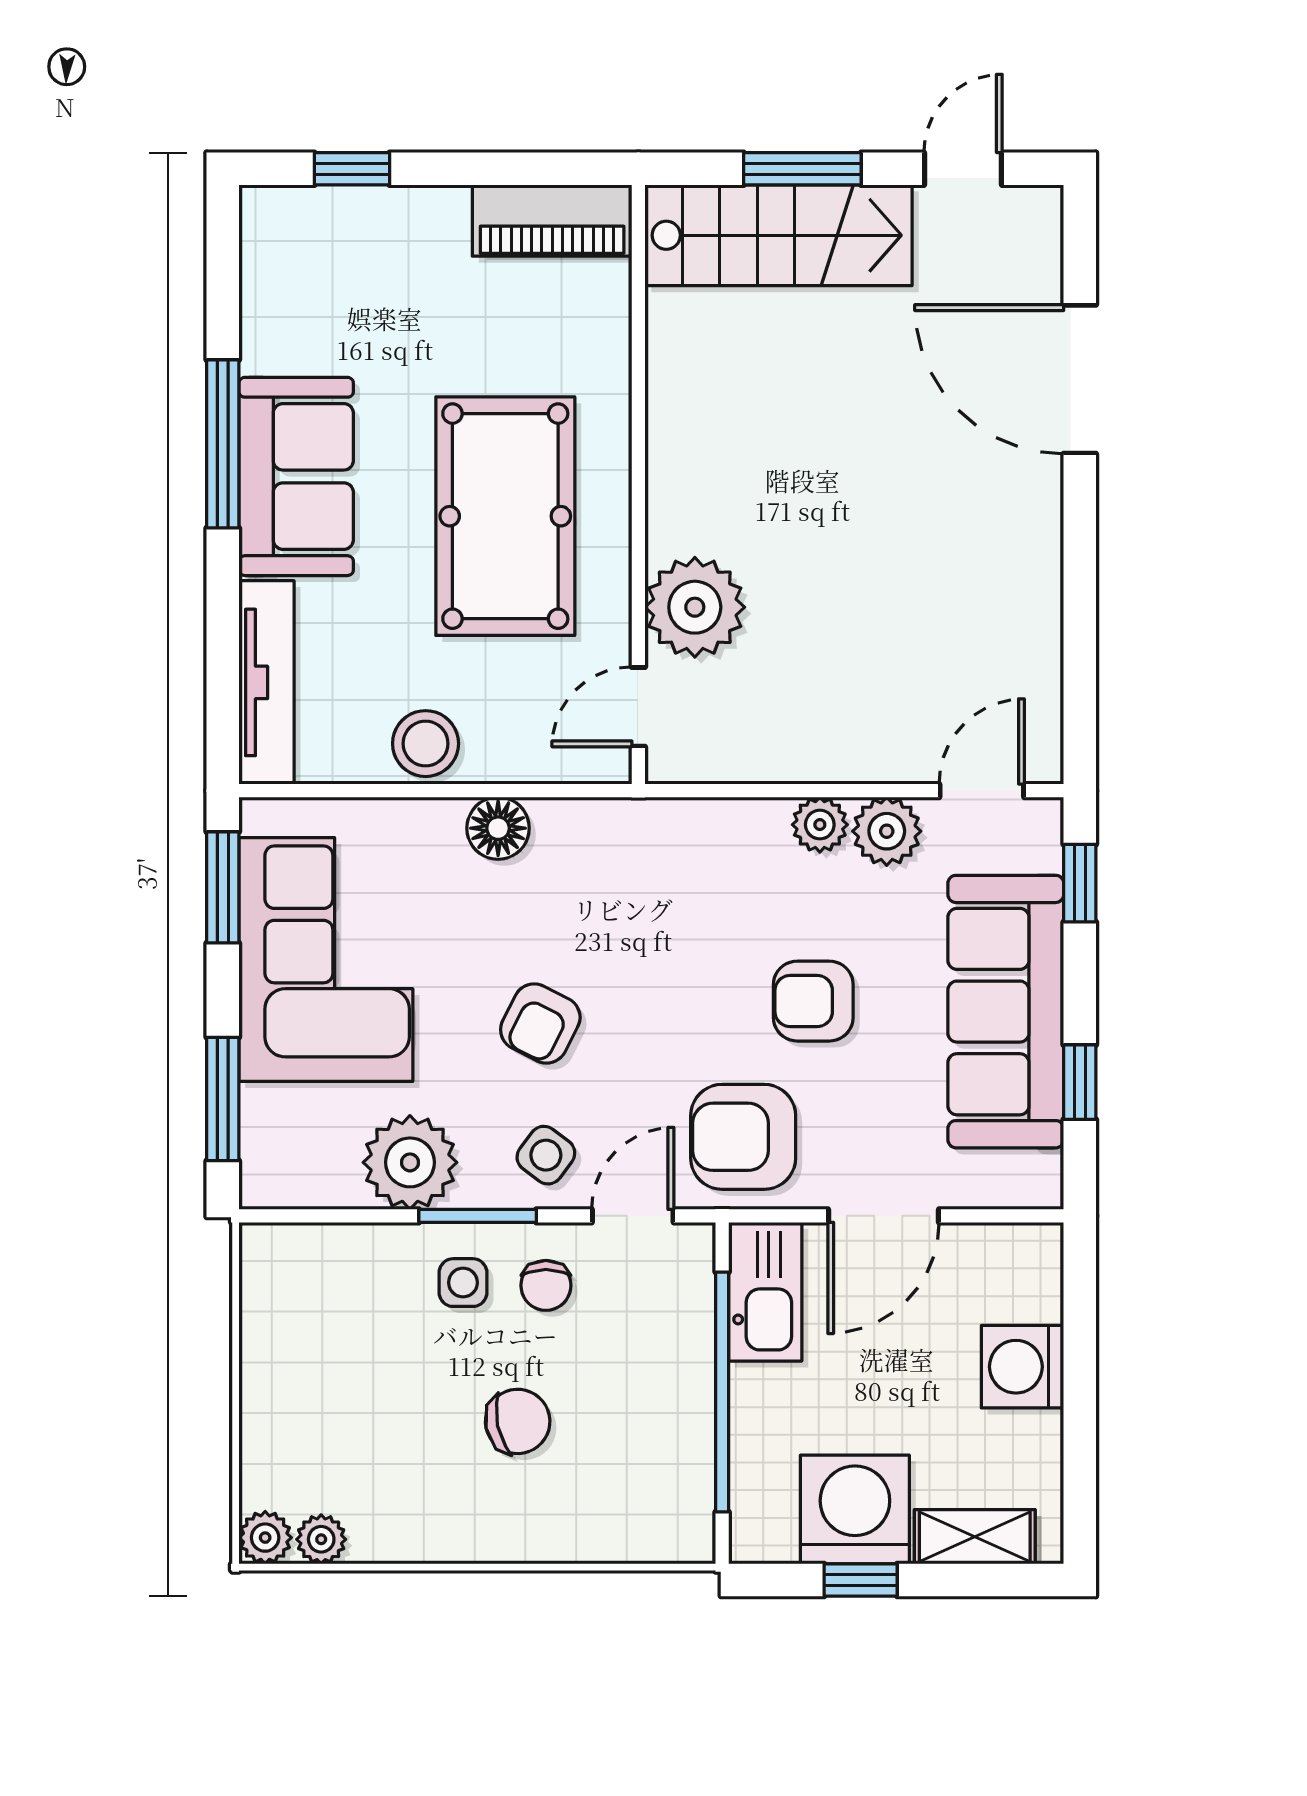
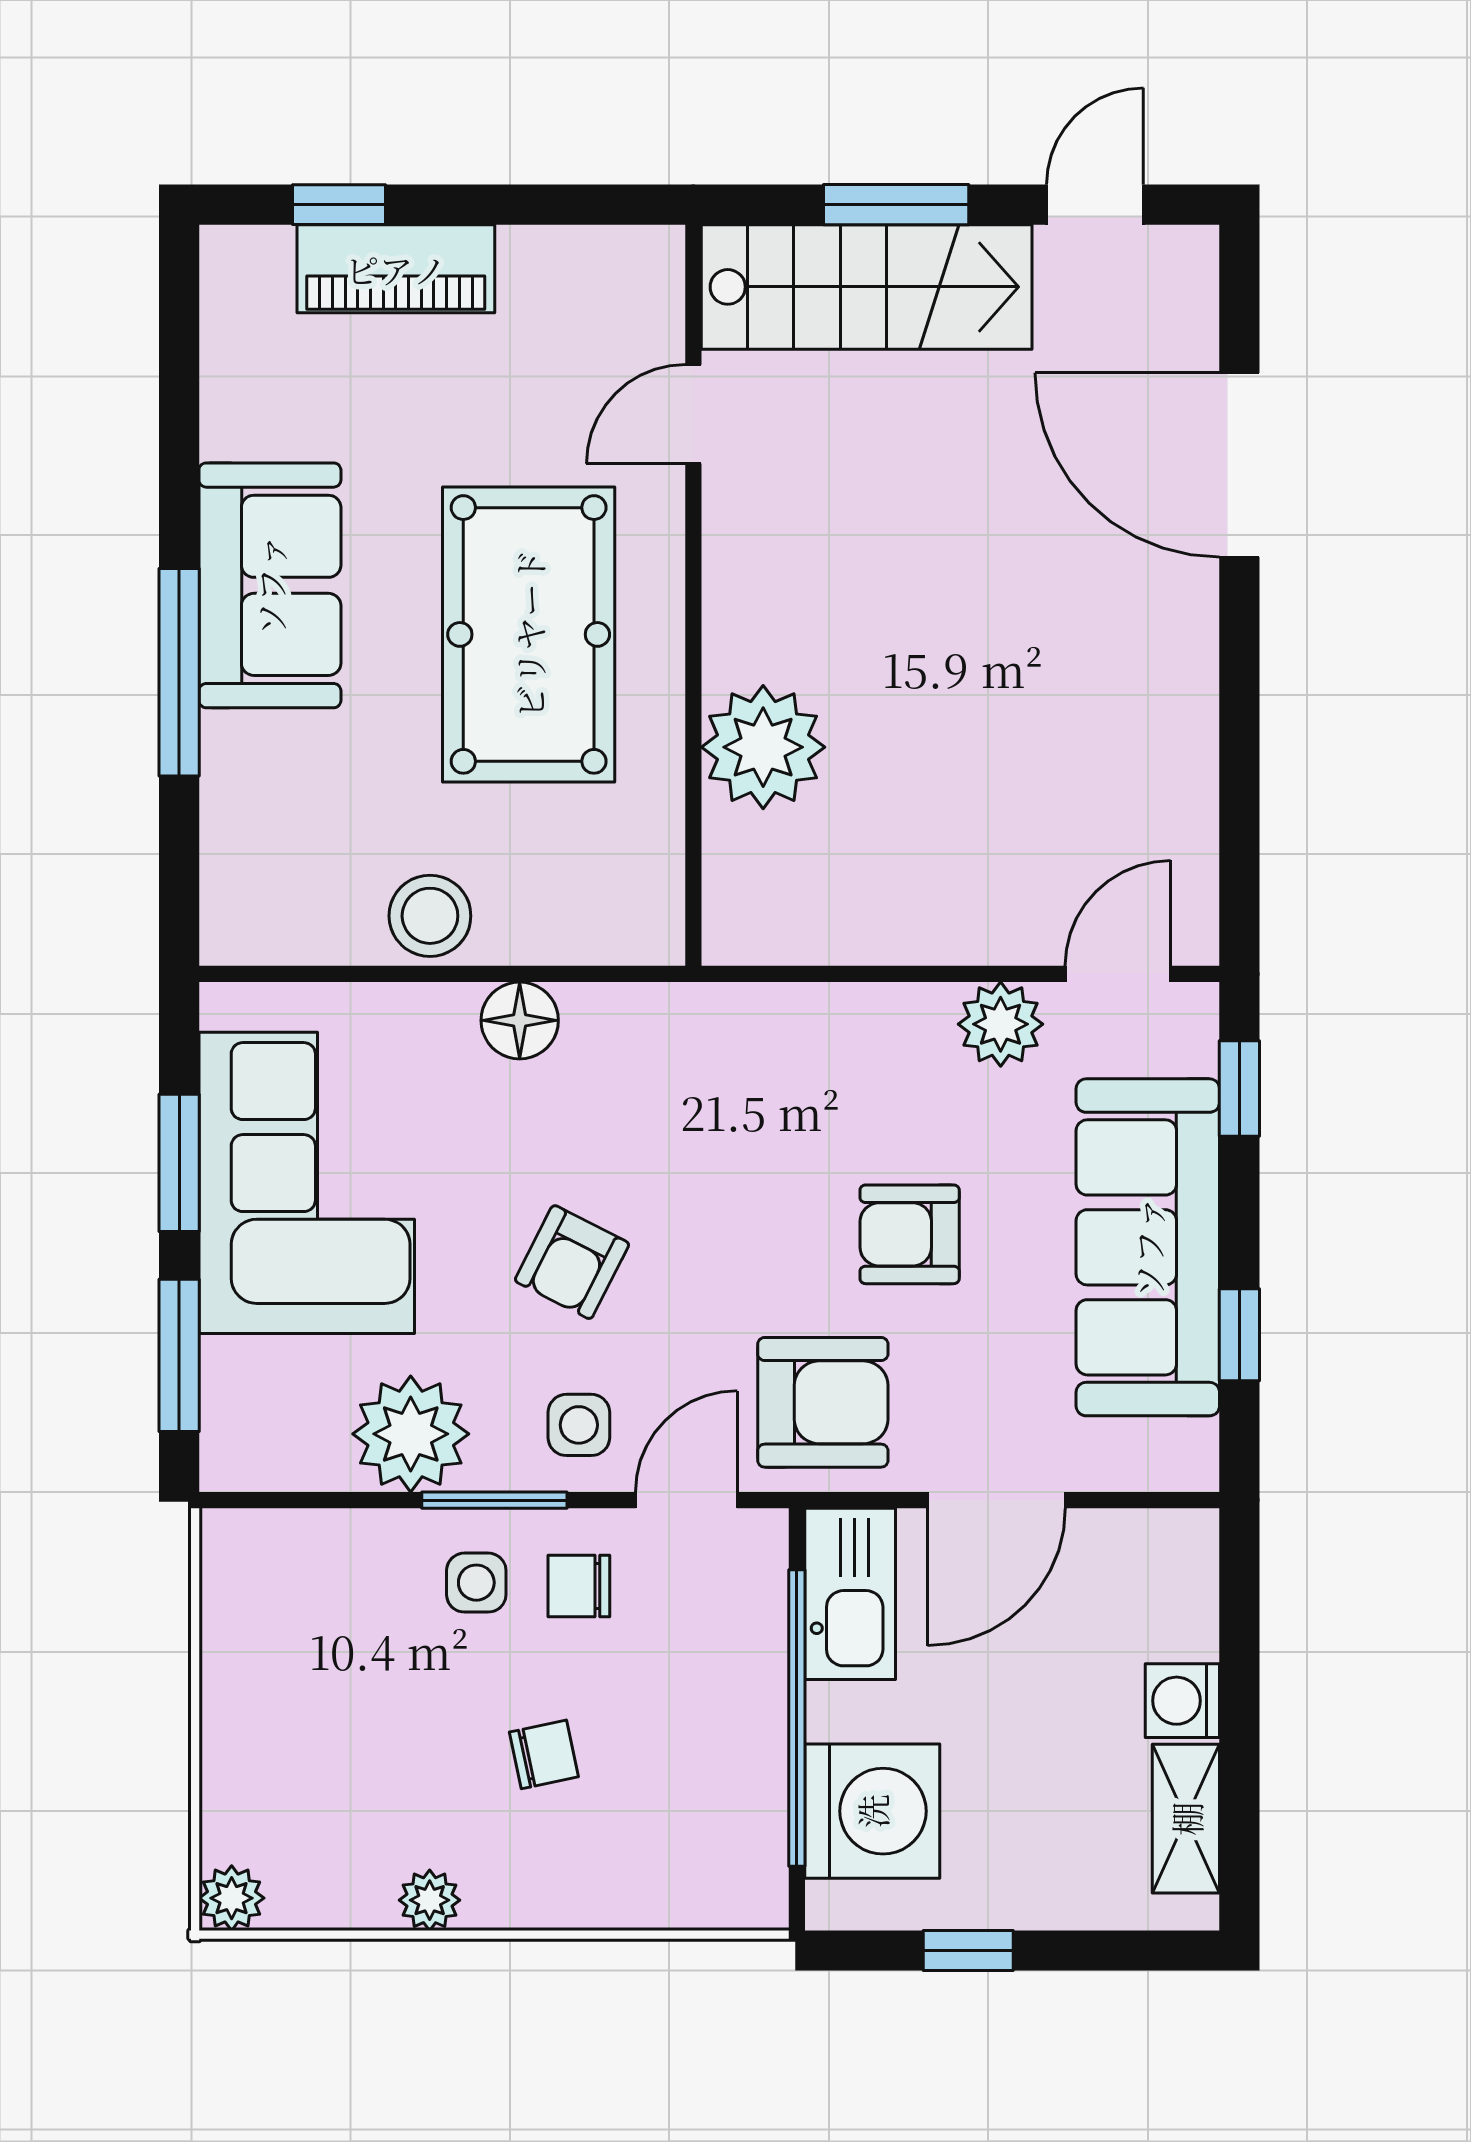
piano: (552, 221) -> (396, 269), moved
window: (223, 444) -> (179, 672), moved
tv unit: (266, 682) -> (233, 840), removed
door: (638, 707) -> (693, 414), moved
plant: (820, 825) -> (918, 1016), removed
window: (223, 887) -> (179, 1163), moved
armchair: (743, 1137) -> (823, 1402), turned 180
side table: (546, 1155) -> (579, 1425), turned -37
chair: (546, 1285) -> (579, 1586), turned 90
washing machine: (1022, 1367) -> (1182, 1701), width x0.73, depth x0.73
chair: (518, 1421) -> (544, 1754), width x0.73, depth x0.73
washing machine: (855, 1509) -> (872, 1811), moved, turned 90
shelving: (975, 1537) -> (1186, 1819), moved, turned 90
plant: (321, 1539) -> (430, 1900), moved

